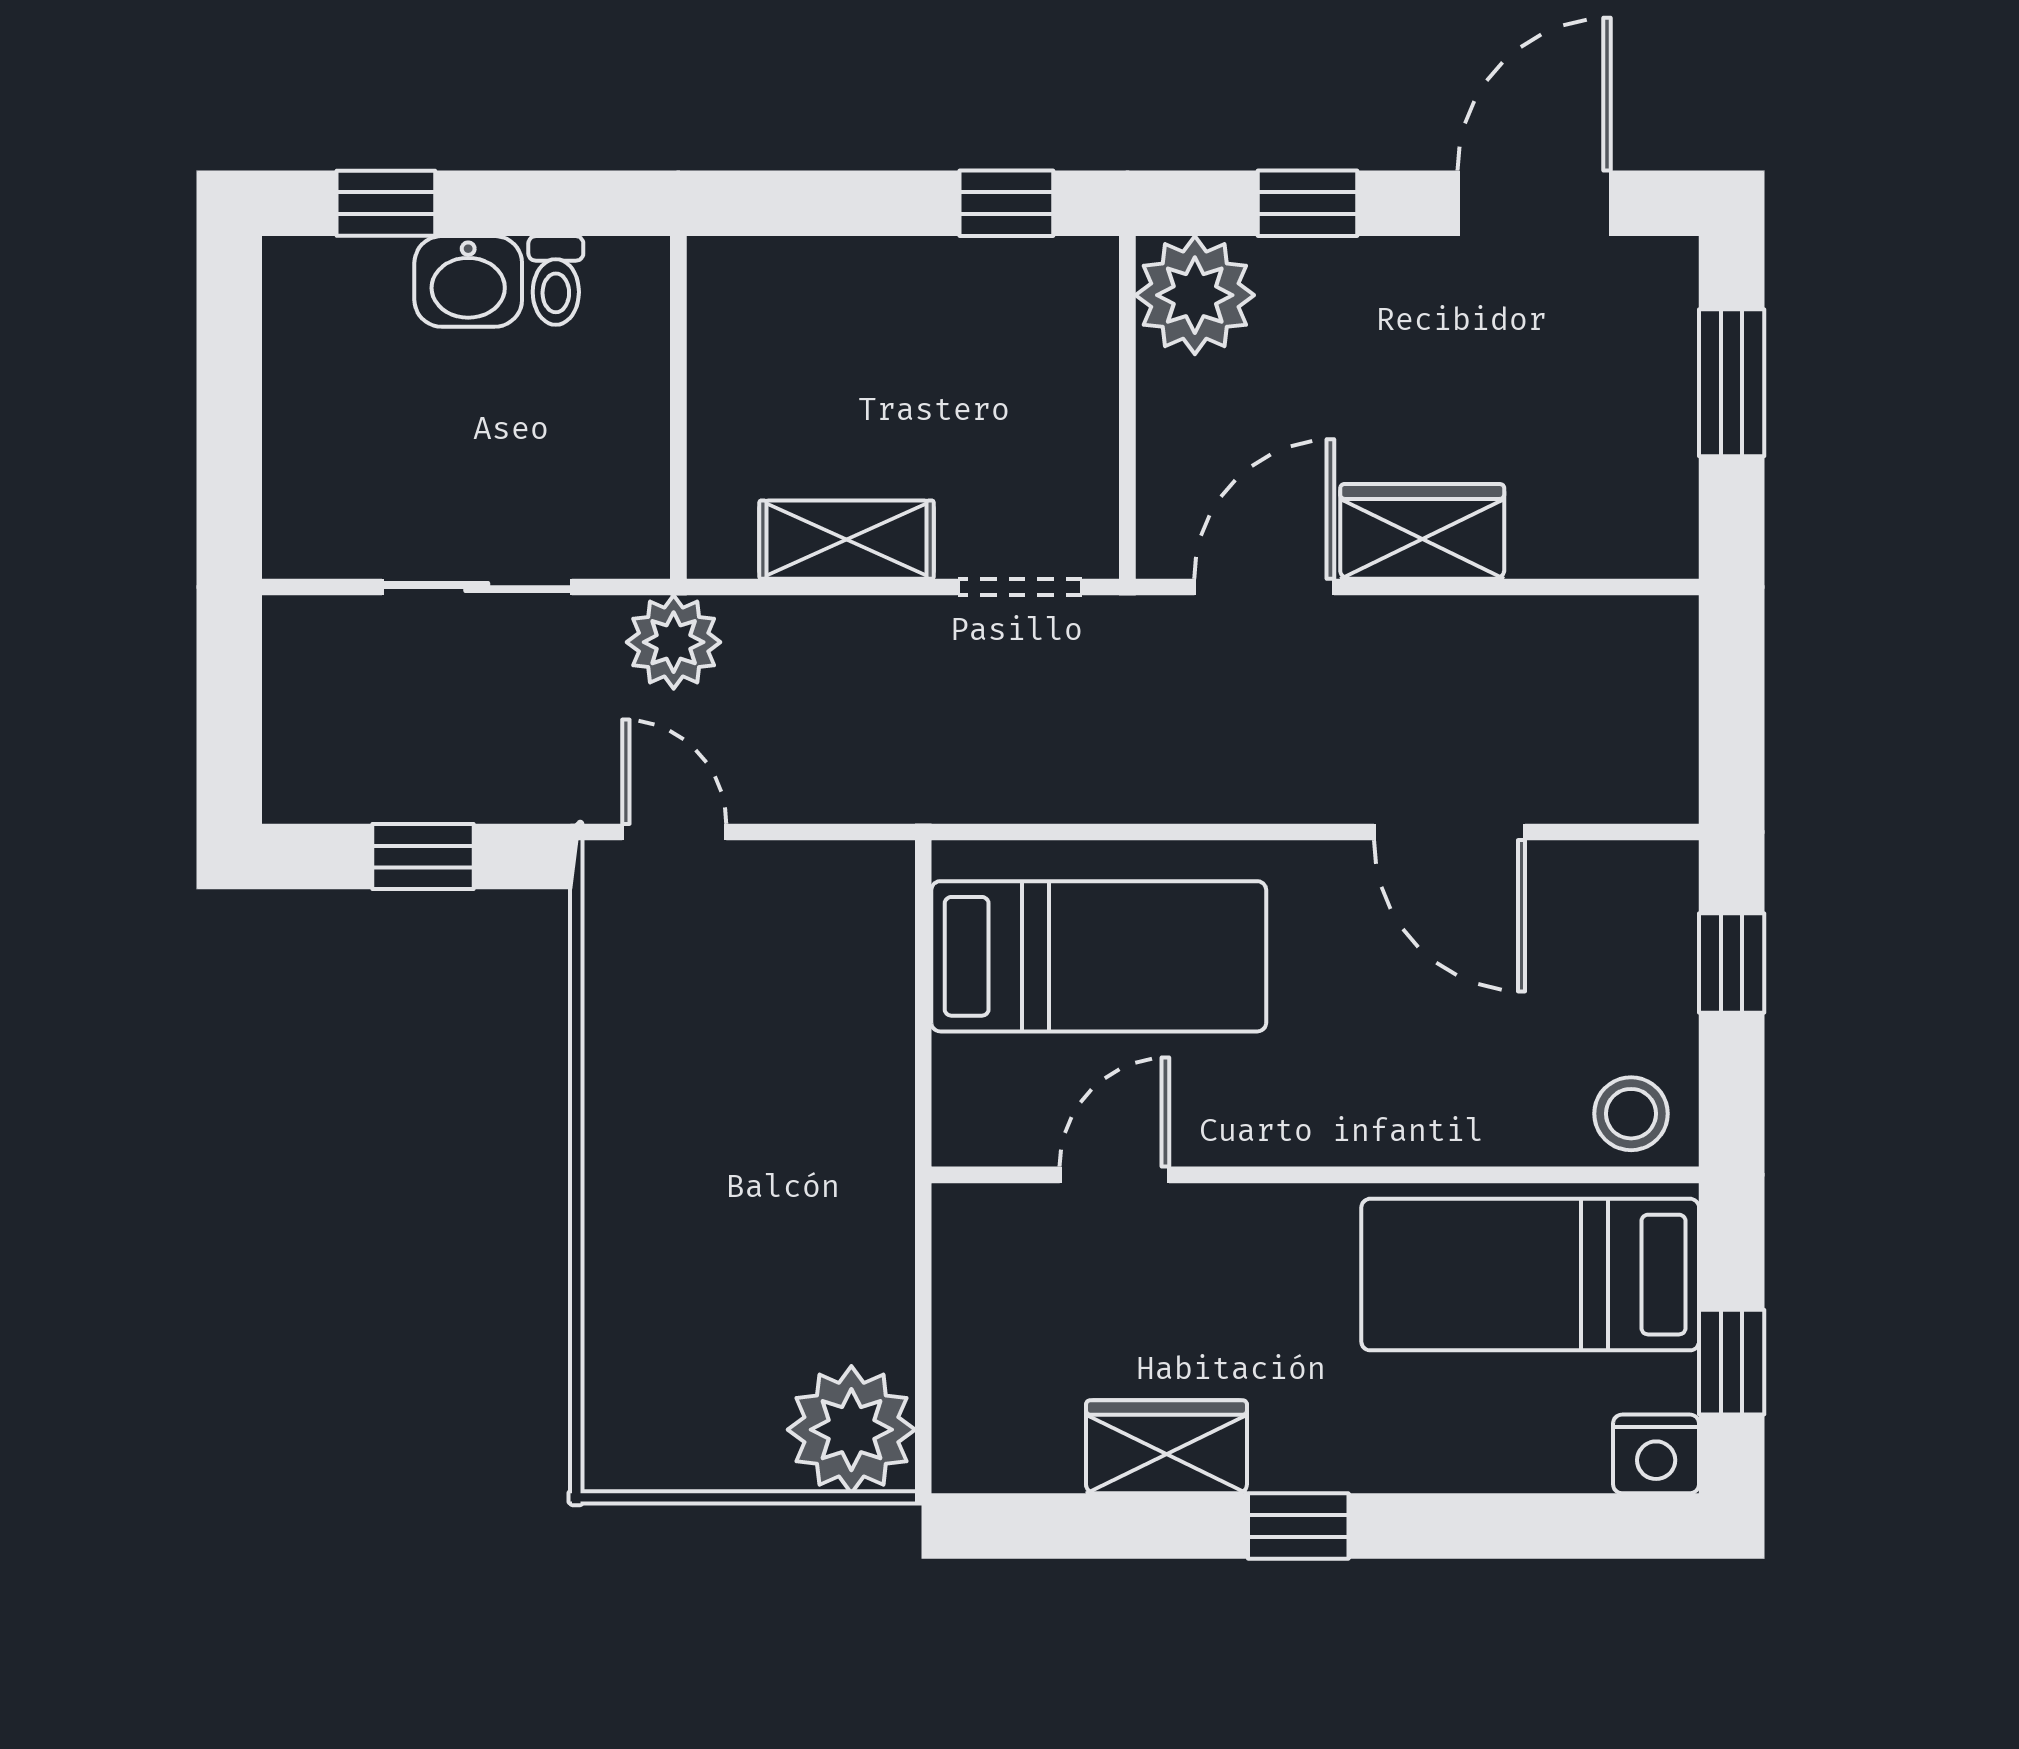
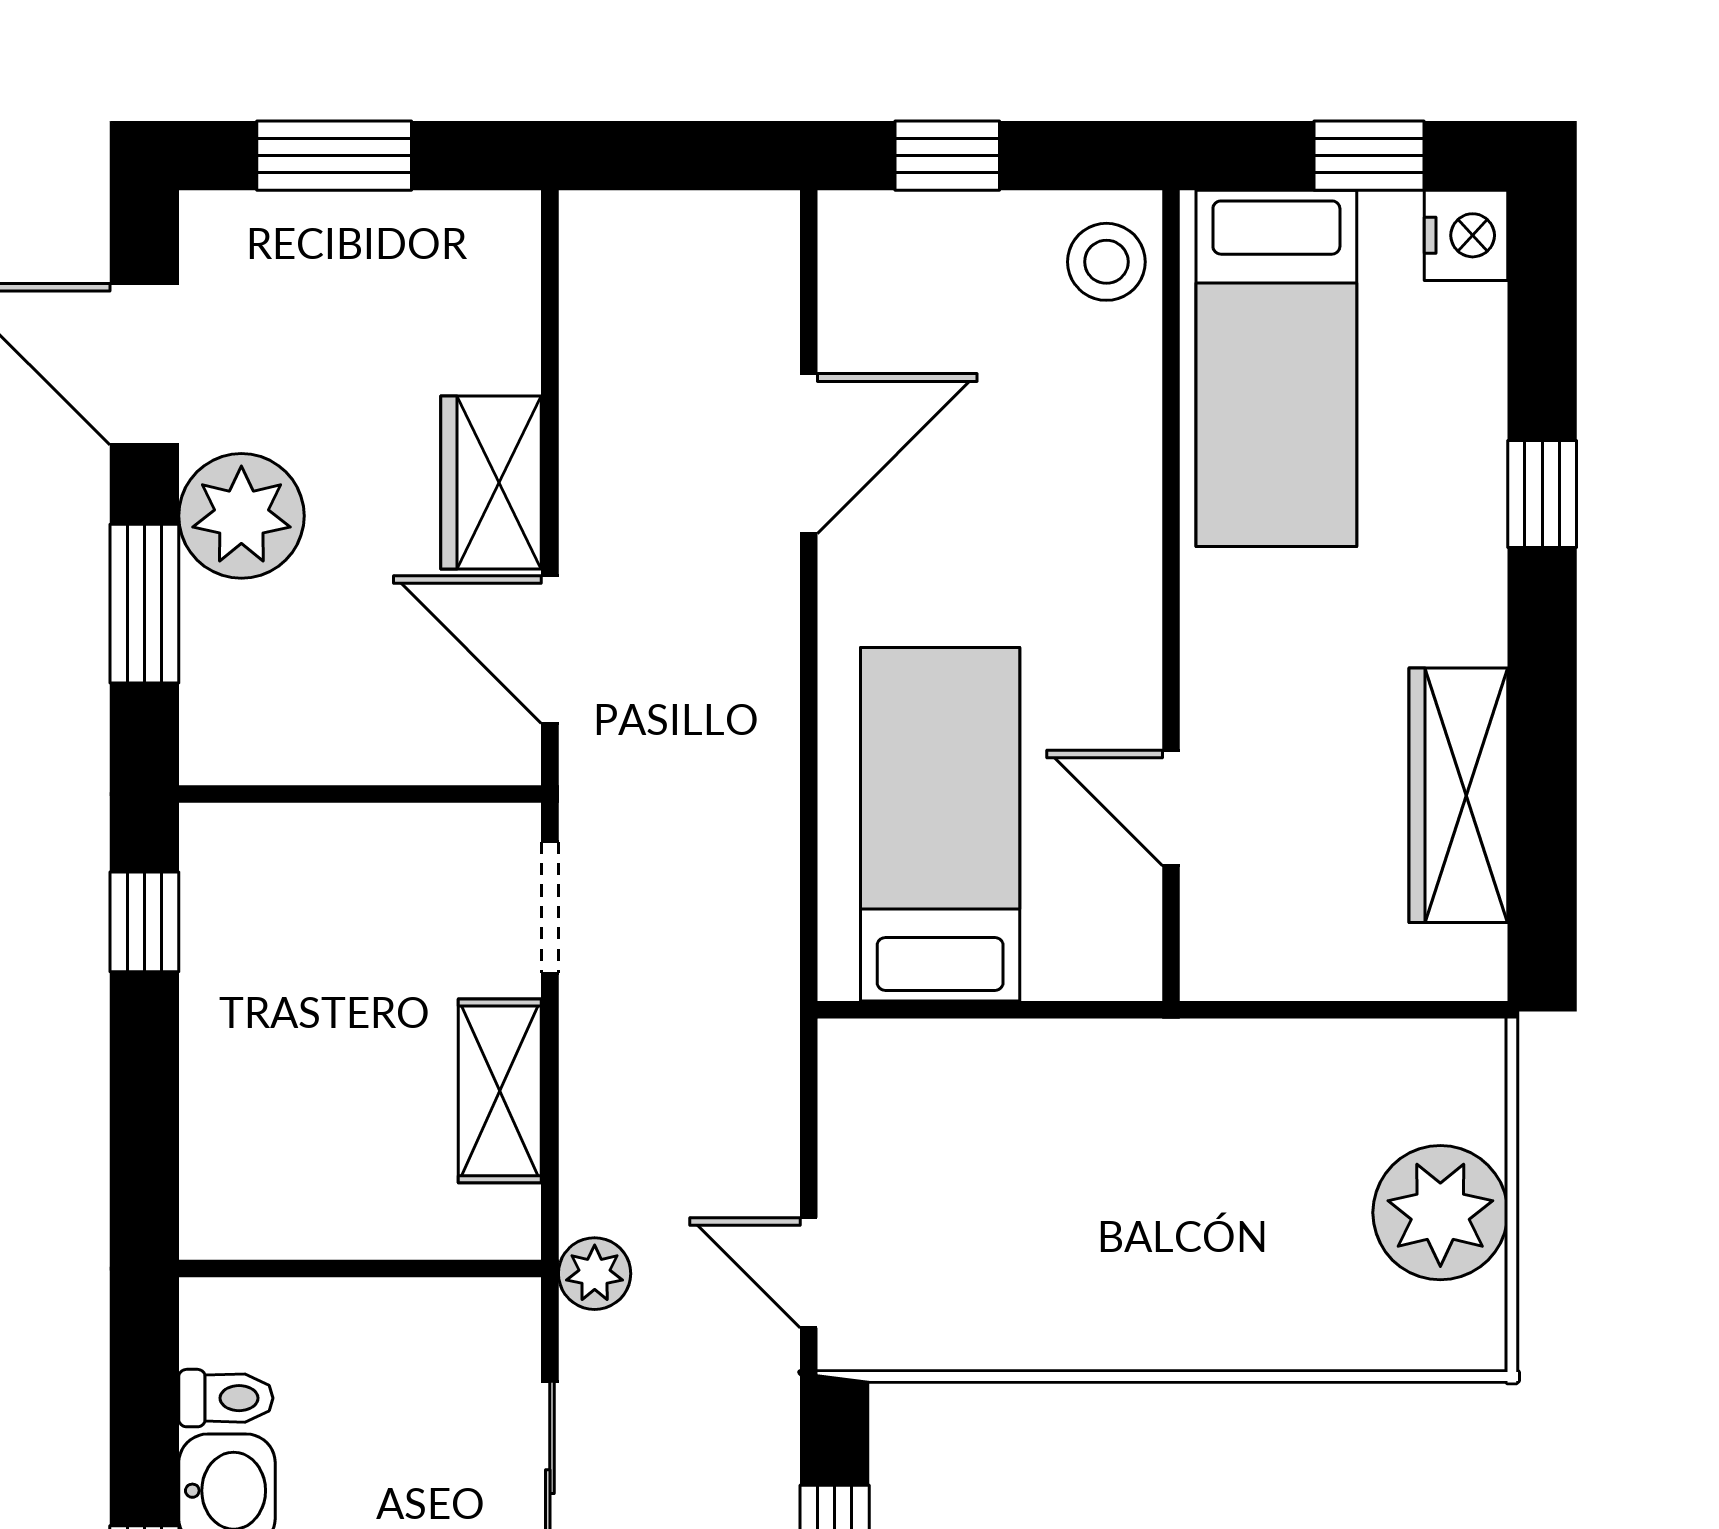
window: (1307, 203) -> (144, 604), width x1.50
plant: (1195, 295) -> (241, 516), moved
plant: (674, 642) -> (595, 1274), width x0.73, depth x0.73
door: (674, 832) -> (809, 1273), hinge flipped
plant: (851, 1430) -> (1440, 1213), moved
wardrobe: (1166, 1447) -> (1458, 795), width x1.50
window: (1298, 1526) -> (1542, 494), moved

